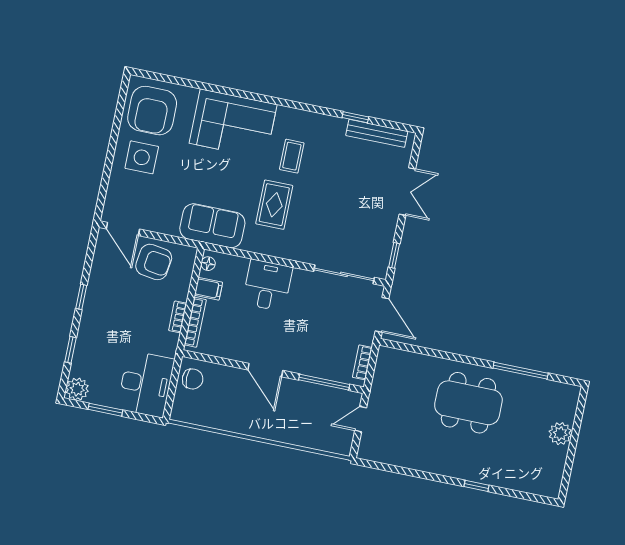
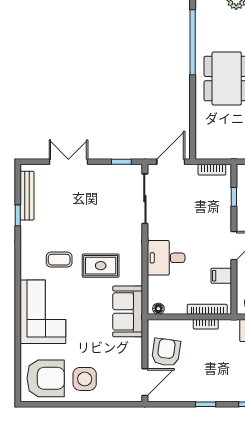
filing cabinet: (209, 289) -> (221, 276), moved, turned -90
window: (521, 371) -> (193, 42), width x1.46
window: (324, 382) -> (234, 197), width x0.46

